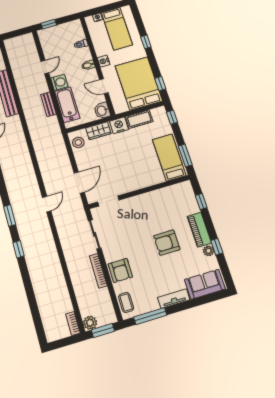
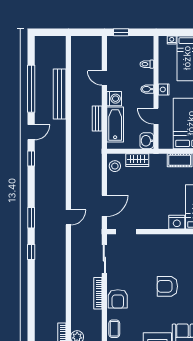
door: (45, 67) -> (104, 78), swing flipped
nightstand: (119, 125) -> (177, 222), moved, turned 180

